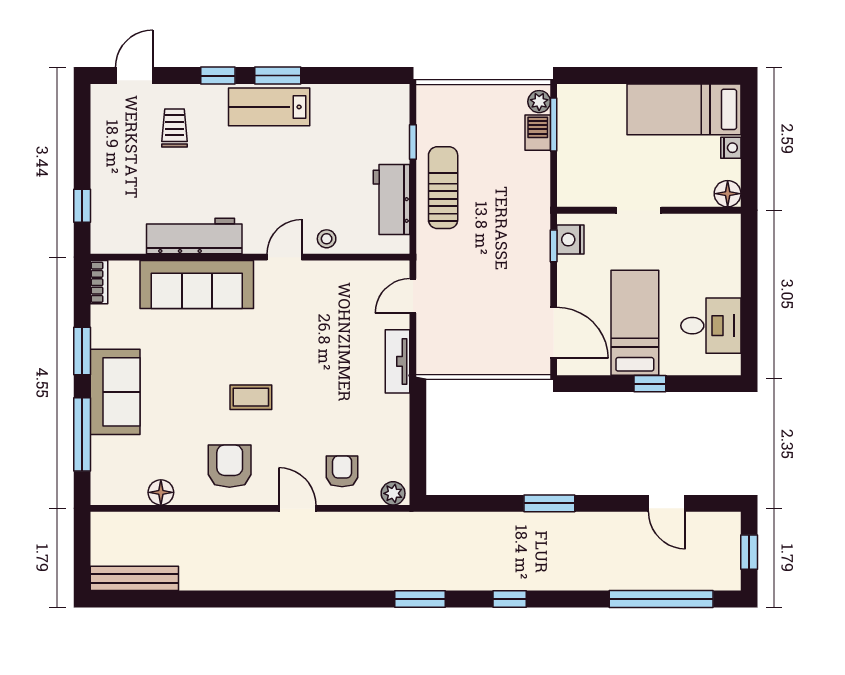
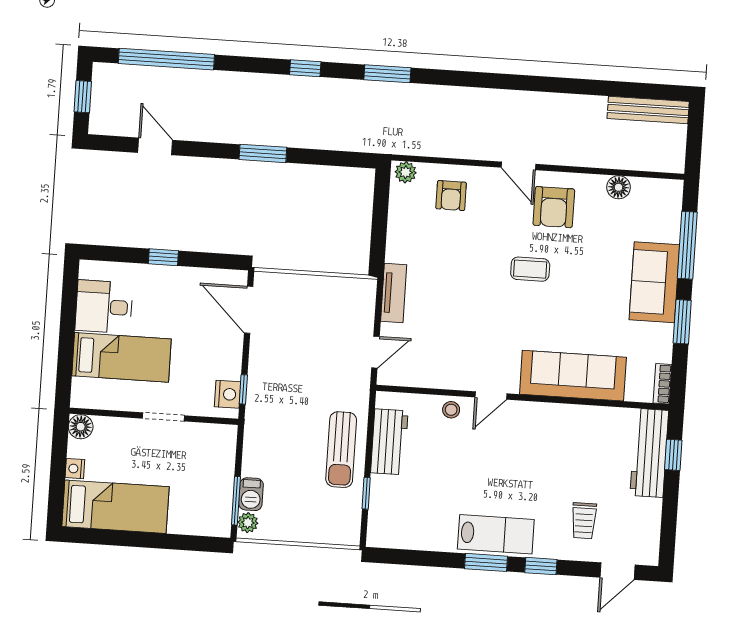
workbench: (194, 236) -> (649, 453), moved, turned 90
bed: (635, 323) -> (122, 357), moved, turned -90
door: (297, 508) -> (518, 166), moved

